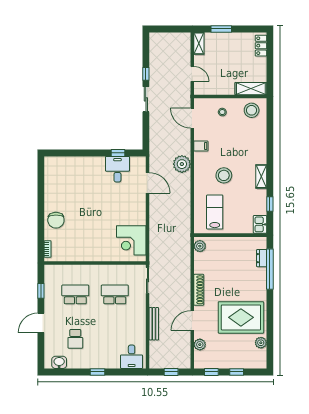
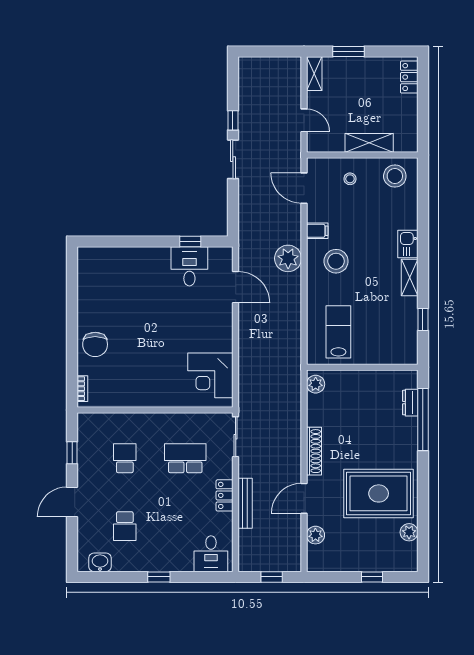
shelving: (251, 89) -> (369, 143), moved
stool: (224, 175) -> (336, 261), moved
kitchen sink: (260, 224) -> (408, 244), moved
school desk: (75, 294) -> (125, 458), width x0.54
locker: (140, 319) -> (225, 495), added
window: (211, 372) -> (333, 577), removed

